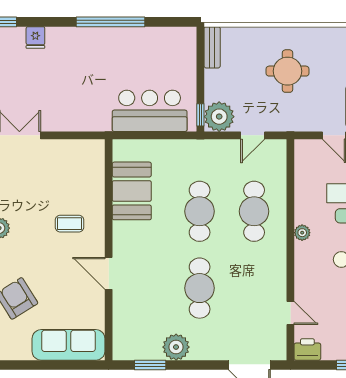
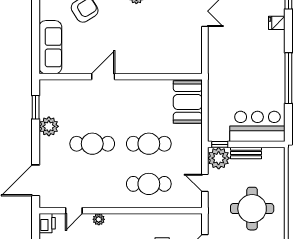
bench: (212, 47) -> (246, 153), moved
round table: (288, 71) -> (252, 209), width x1.36, depth x1.36
bar counter: (150, 111) -> (257, 126), moved, turned -90
booth: (132, 191) -> (188, 102), moved, turned 90
coffee table: (70, 224) -> (140, 48), removed
plant: (302, 233) -> (99, 219), moved

